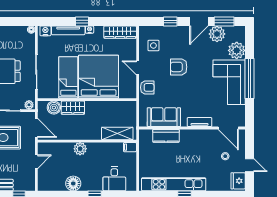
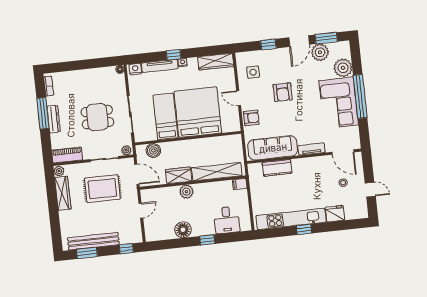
armchair: (179, 67) -> (283, 92), turned -90
wardrobe: (73, 108) -> (179, 175), moved, turned 180
sofa: (164, 117) -> (273, 148), width x1.36
shelving: (117, 133) -> (217, 172), width x1.47
fridge: (238, 181) -> (335, 214), moved, turned 90

